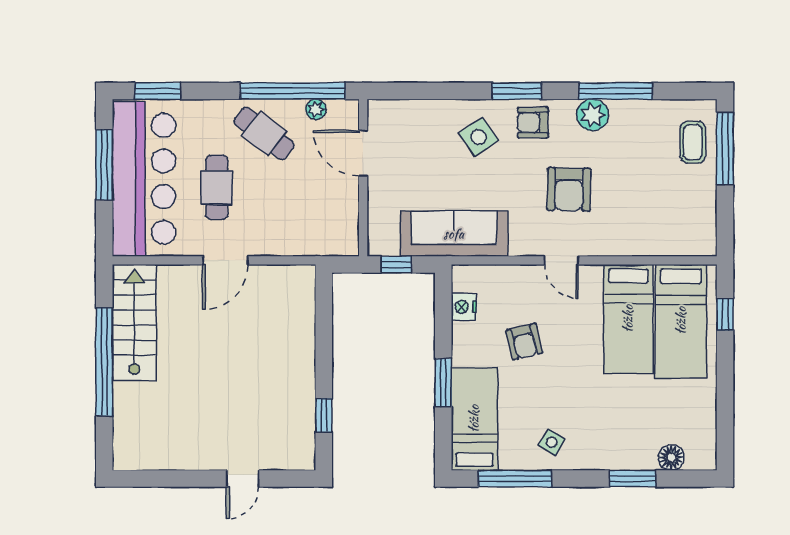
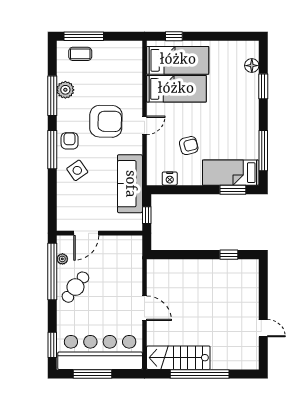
window: (517, 91) -> (52, 150), width x1.44
plant: (593, 115) -> (65, 90), moved
armchair: (533, 123) -> (70, 141), turned 180
cafe table: (217, 187) -> (105, 313), removed
armchair: (569, 189) -> (106, 121), width x1.36, depth x1.36
window: (443, 383) -> (233, 190), moved
side table: (552, 442) -> (243, 131), removed
door: (243, 479) -> (263, 328), moved

